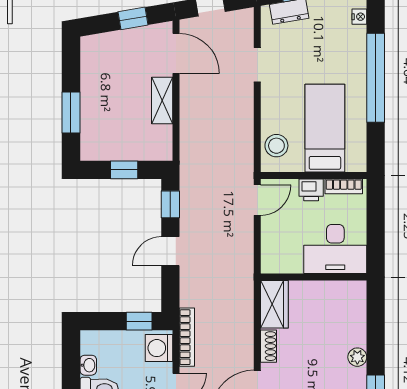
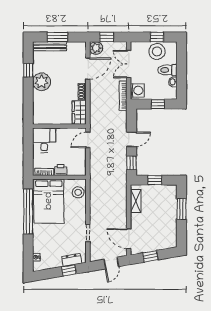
window: (376, 78) -> (28, 212), moved
shelving: (162, 101) -> (136, 201), moved
bed: (325, 128) -> (49, 201), width x1.50
door: (257, 200) -> (88, 140), moved
desk: (335, 249) -> (44, 140), width x0.73
window: (139, 321) -> (158, 104), moved
plant: (357, 357) -> (42, 82), width x1.88, depth x1.88

